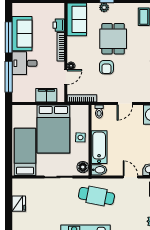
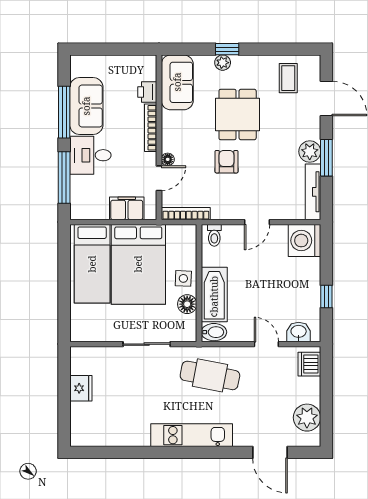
armchair: (106, 67) -> (227, 162), turned 180
bed: (25, 152) -> (92, 264), moved, turned 180
floor lamp: (83, 167) -> (187, 304), moved

